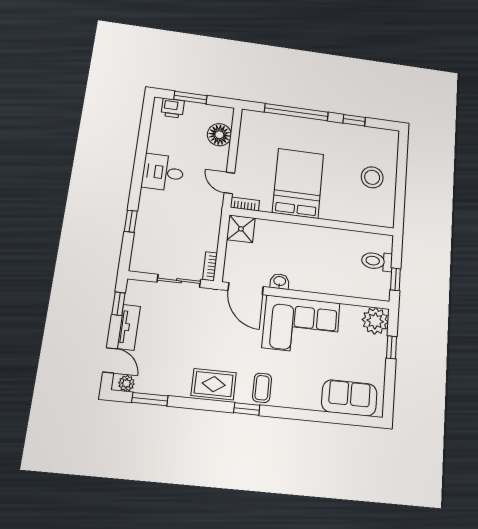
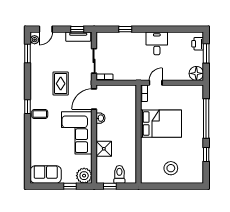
floor lamp: (219, 135) -> (196, 73), moved
shower: (241, 229) -> (104, 149), moved
tv unit: (129, 327) -> (78, 37), moved
rug: (214, 384) -> (61, 84), moved
sofa: (349, 398) -> (46, 174), moved, turned -90

